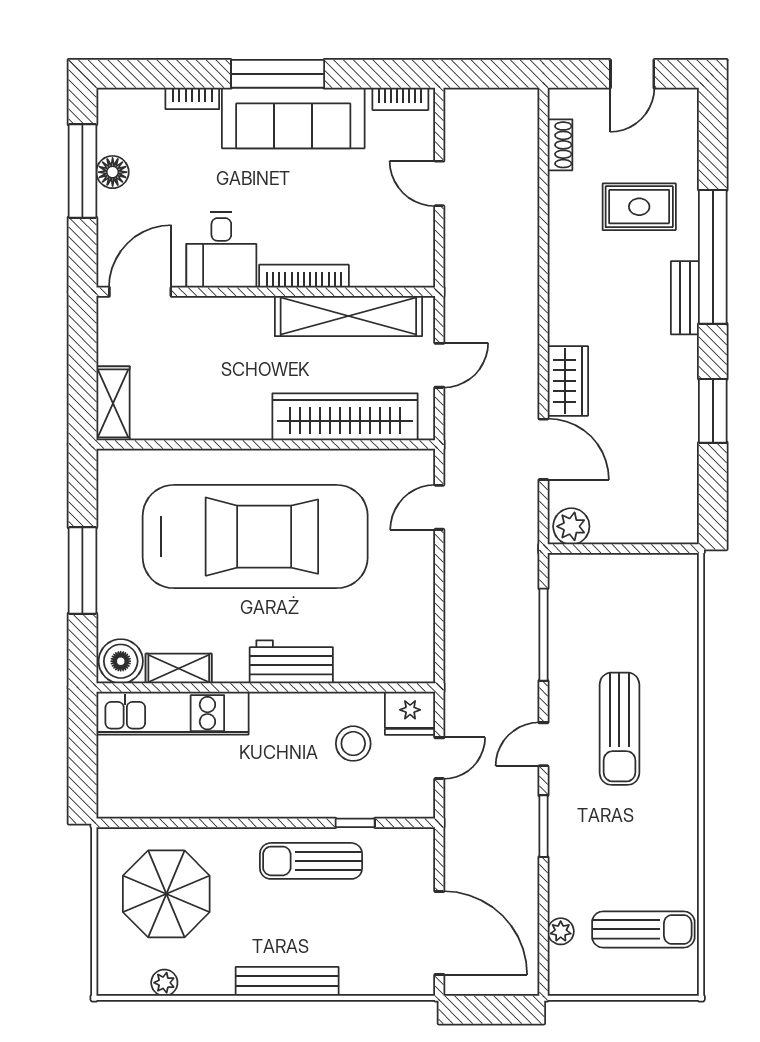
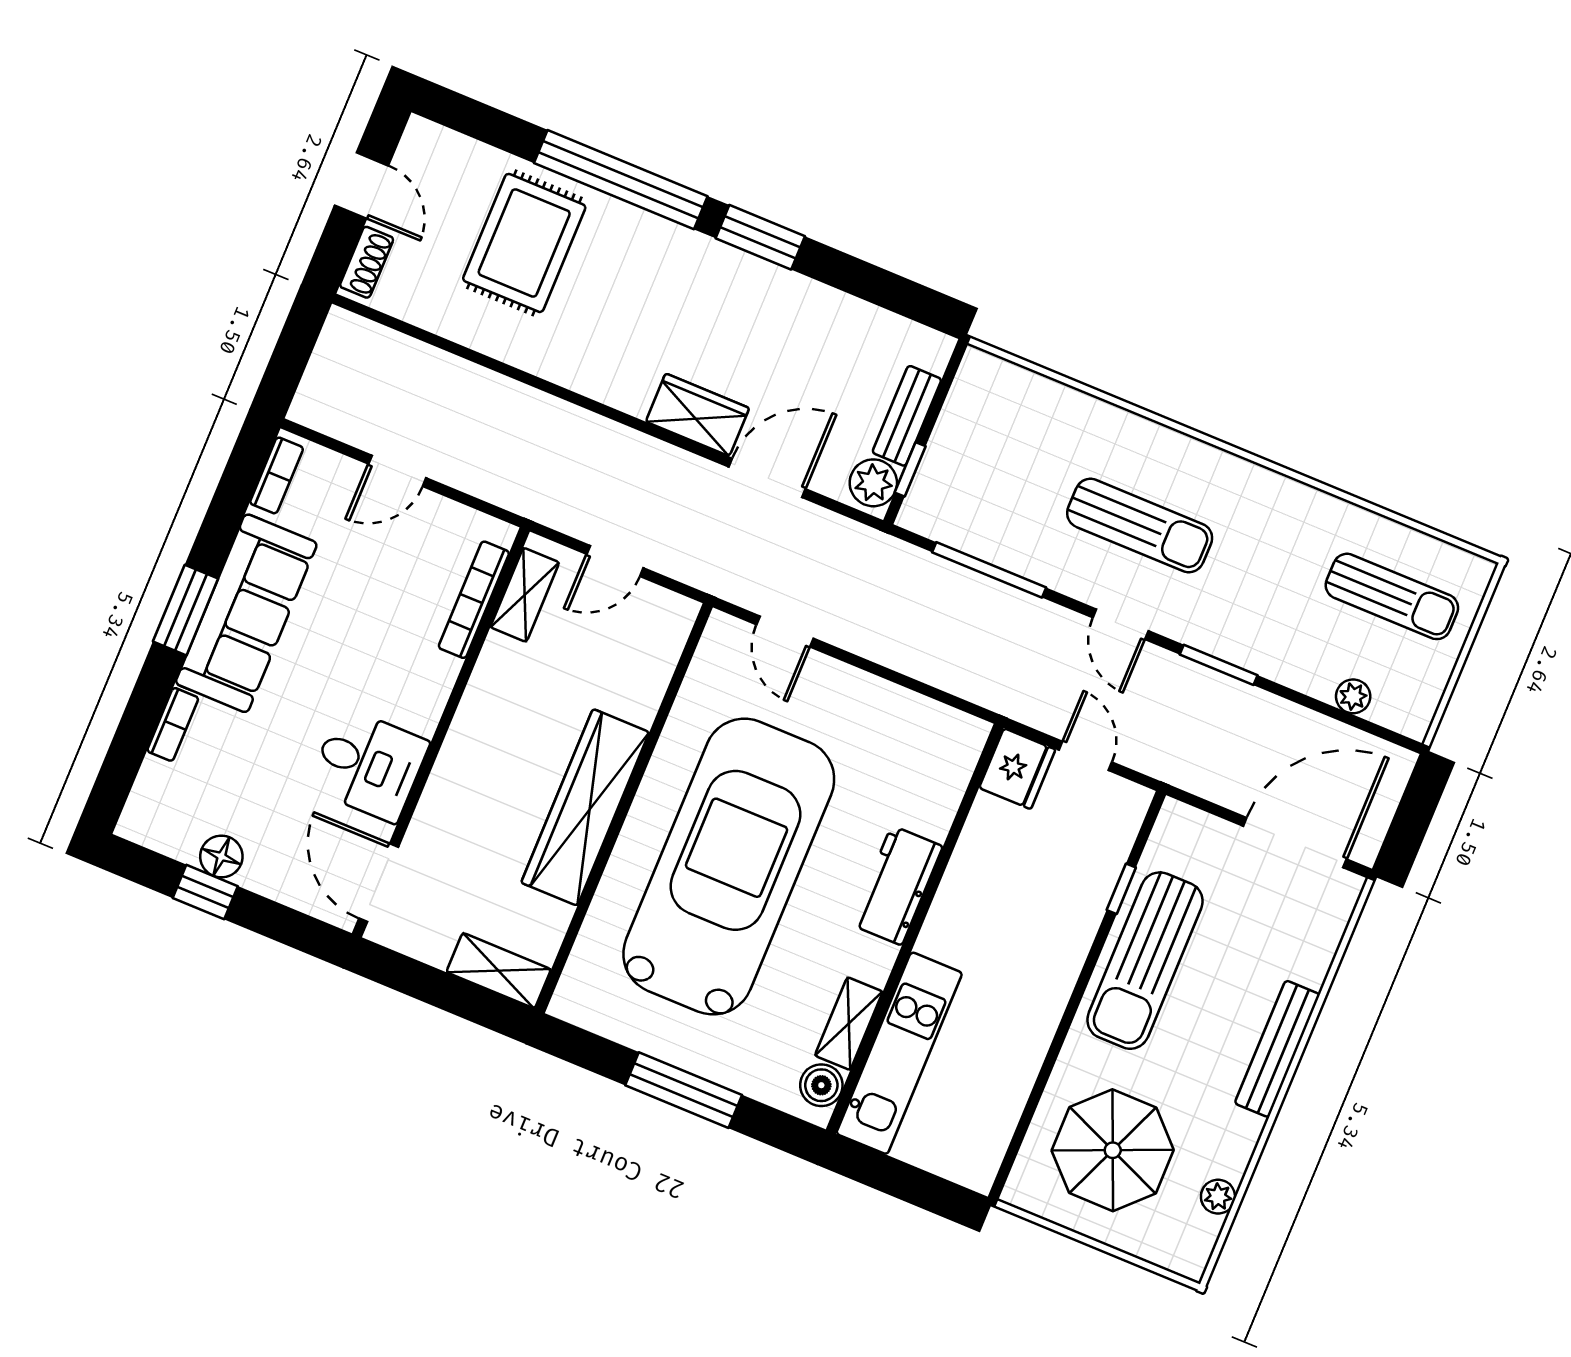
window: (278, 74) -> (186, 610), width x0.69
shoe rack: (560, 145) -> (367, 262), moved, turned 90
window: (82, 171) -> (205, 892), width x0.46
rug: (639, 207) -> (524, 243), width x1.36, depth x1.43
bookcase: (304, 276) -> (474, 600), moved
bench: (685, 298) -> (907, 416), moved, turned 90
shelving: (348, 316) -> (525, 595), width x0.45, depth x0.75
door: (439, 365) -> (615, 561), swing flipped
window: (713, 411) -> (760, 237), moved
wardrobe: (345, 417) -> (585, 807), moved
window: (592, 549) -> (910, 469), added
boiler: (121, 661) -> (821, 1085), width x0.73, depth x0.73
stool: (353, 744) -> (1025, 852), removed
sun lounger: (311, 861) -> (1145, 961), width x1.36, depth x1.34
sun lounger: (643, 929) -> (1392, 596), turned 90

